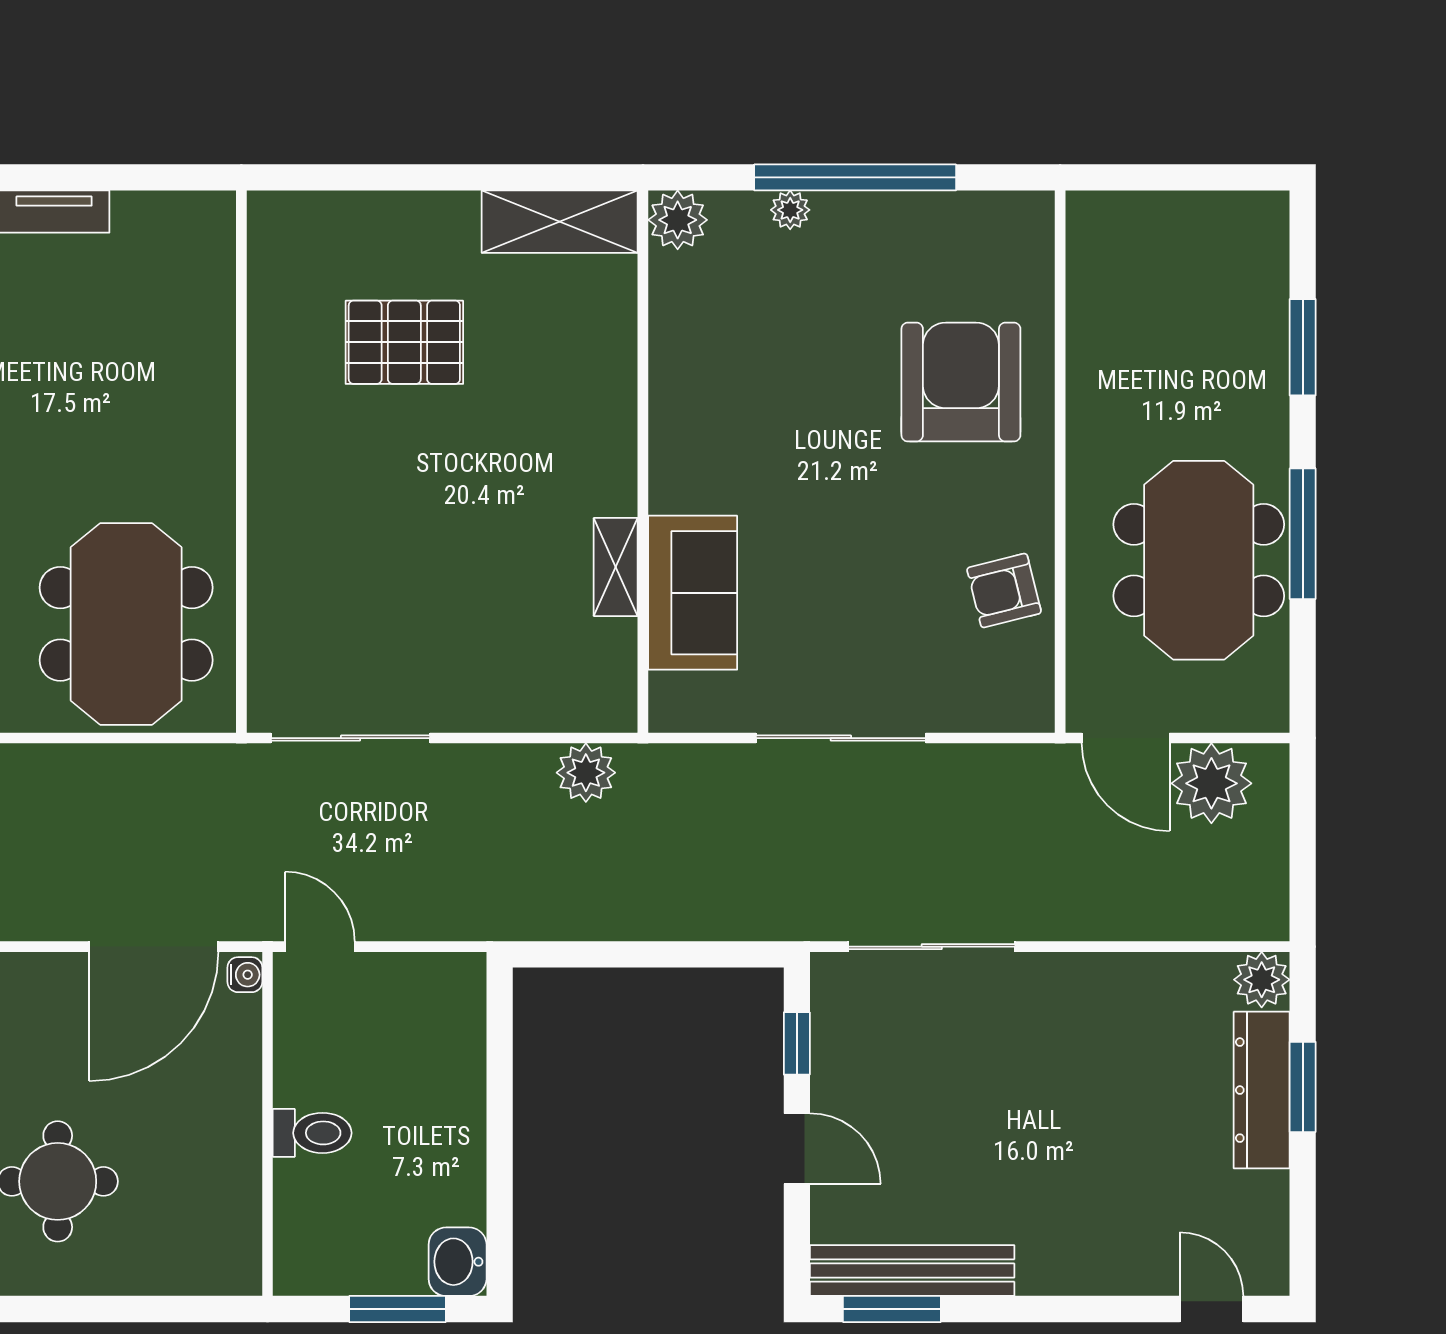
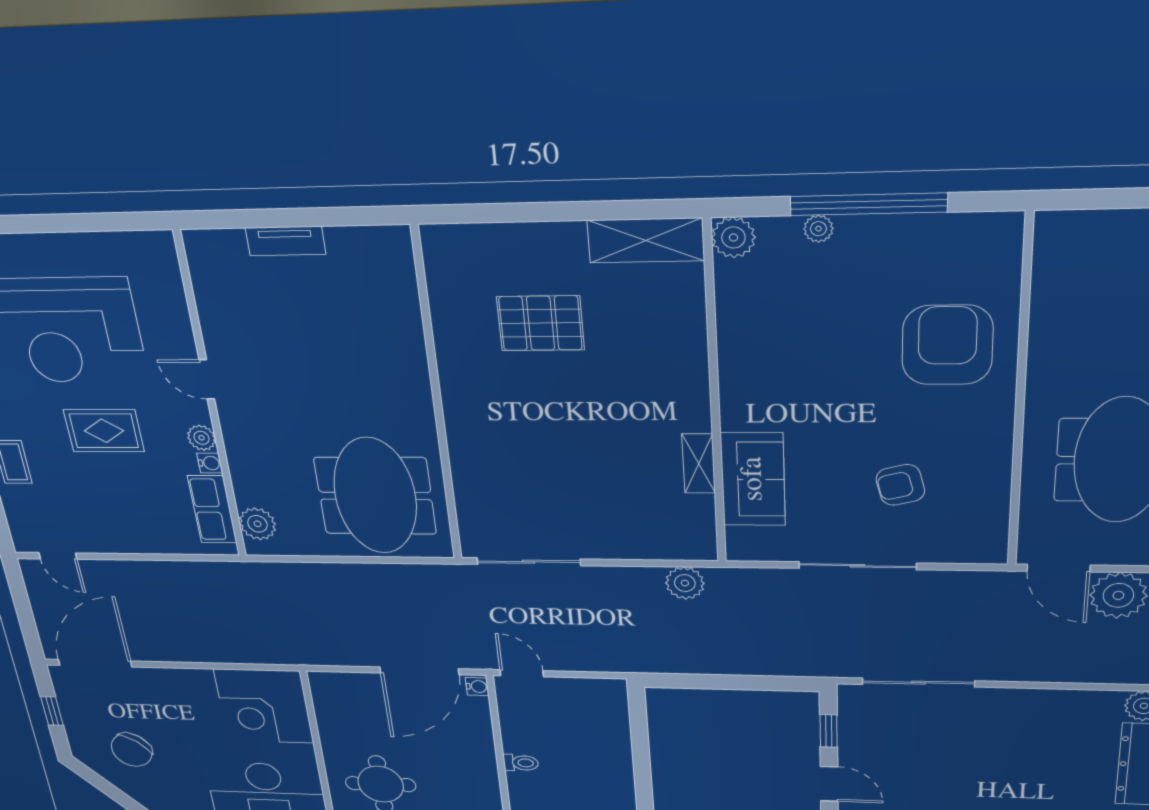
armchair: (1004, 591) -> (900, 485), moved
toilet: (312, 1133) -> (521, 763), width x0.73, depth x0.72

